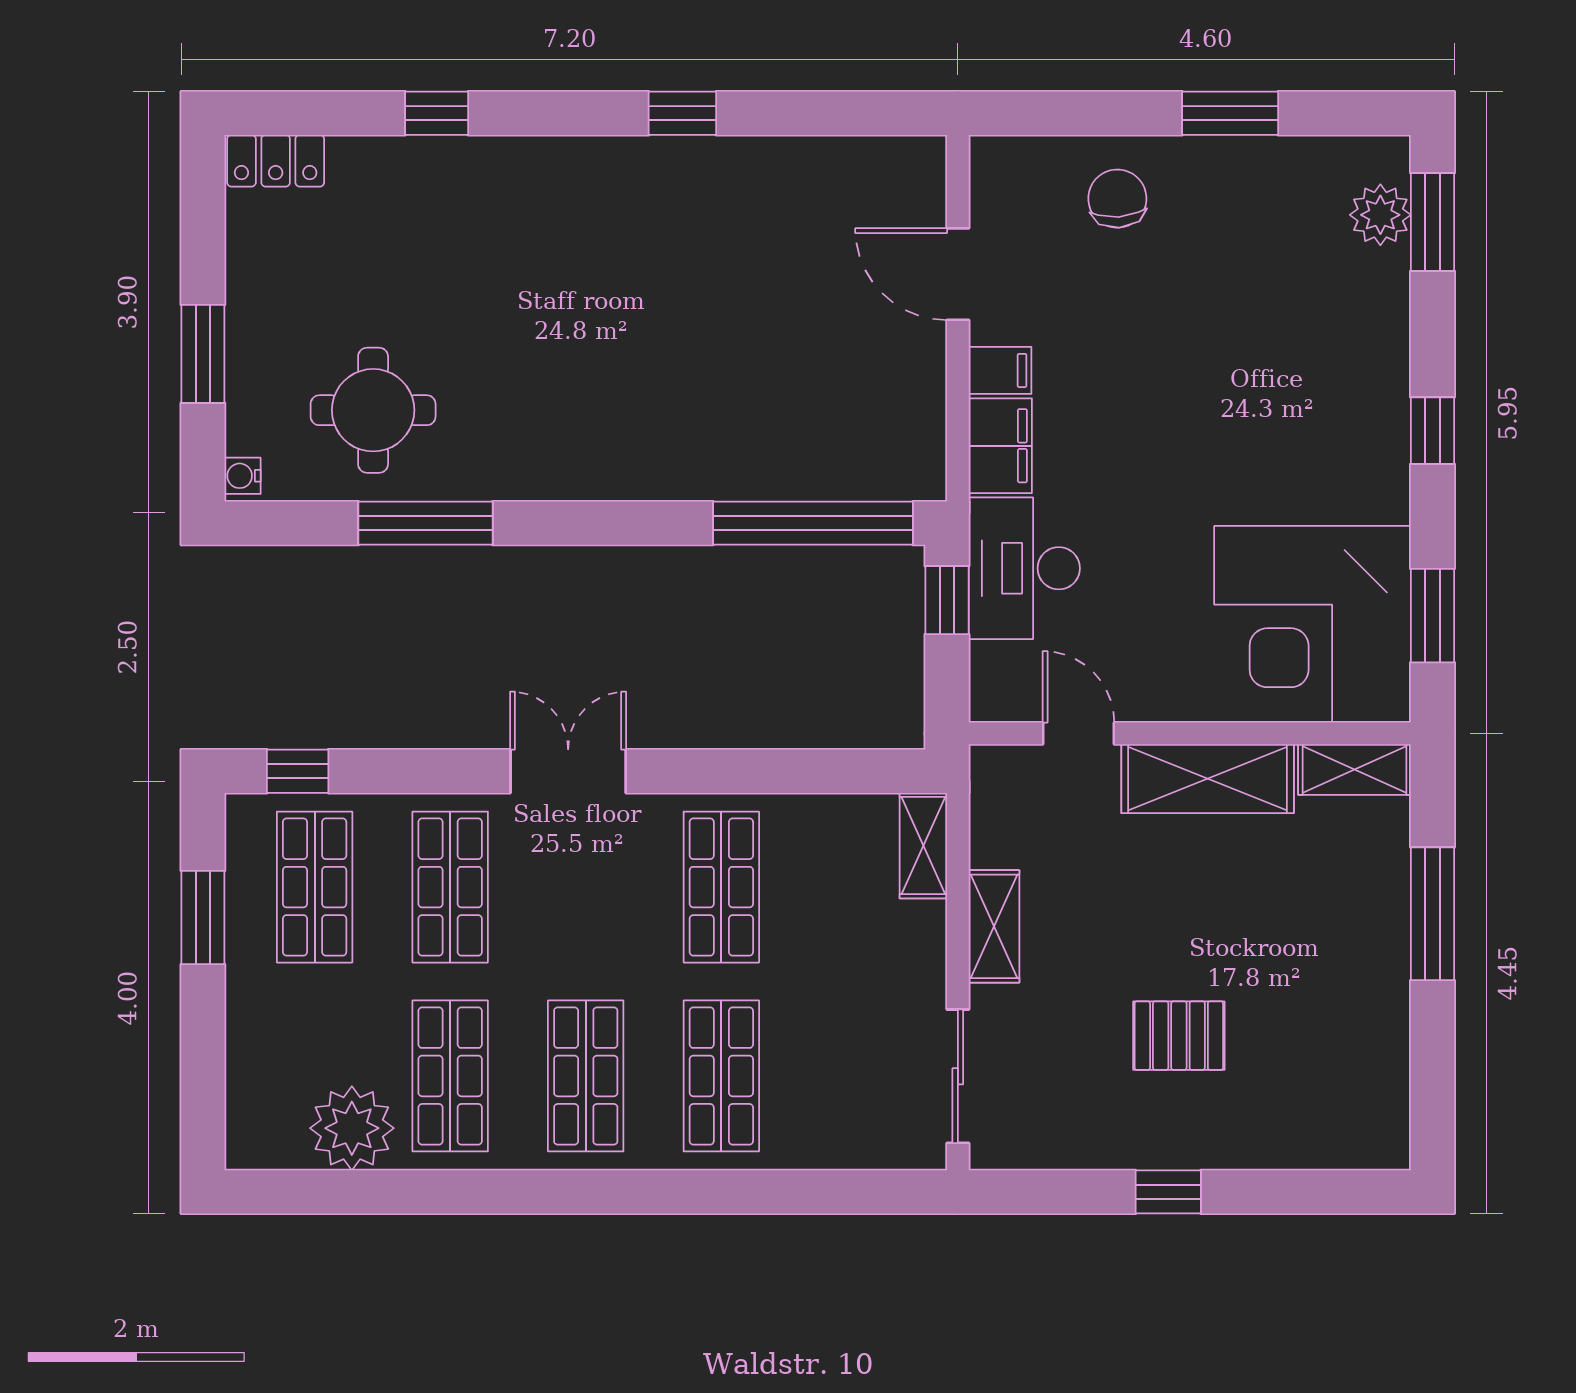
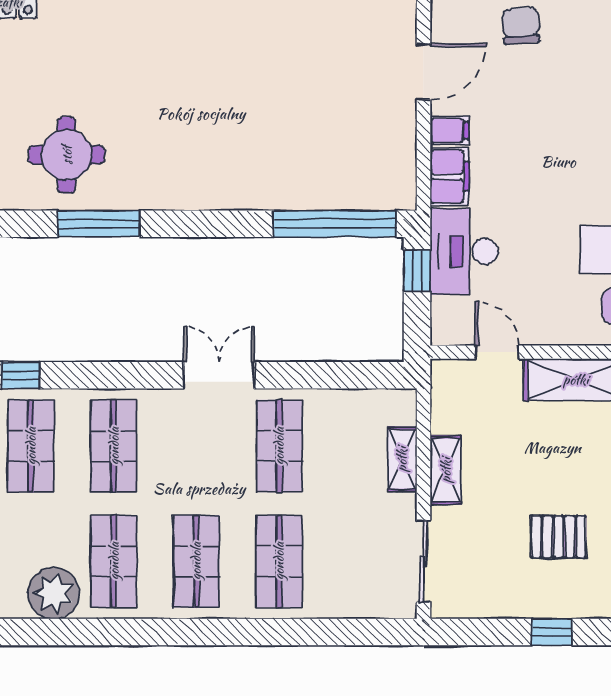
door: (958, 274) -> (424, 72), swing flipped
double door: (568, 771) -> (219, 375), moved
shelving: (923, 846) -> (402, 459), moved

